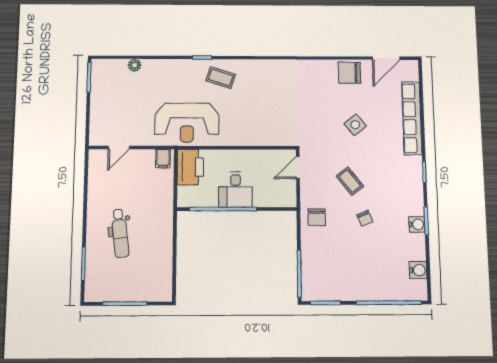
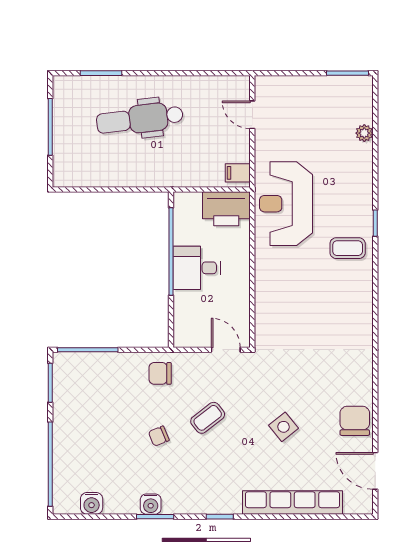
coffee table: (221, 78) -> (348, 248), turned 72
dental chair: (120, 233) -> (140, 119), width x1.36, depth x1.38

